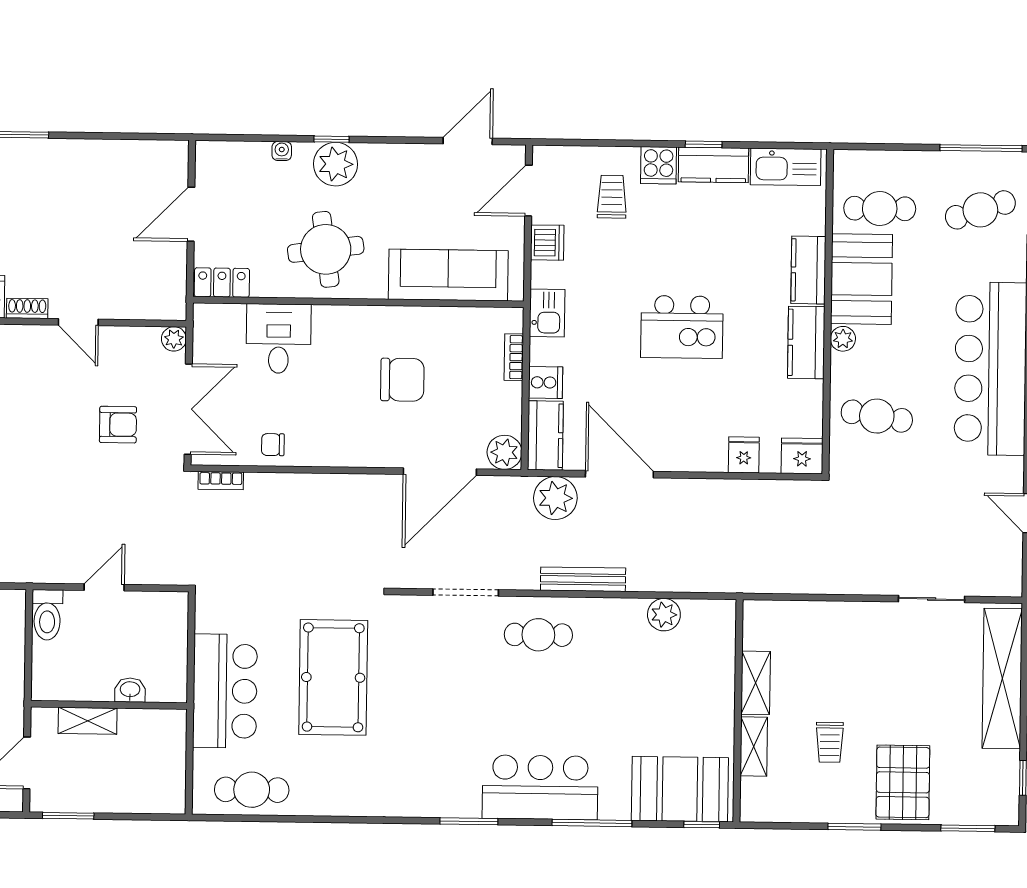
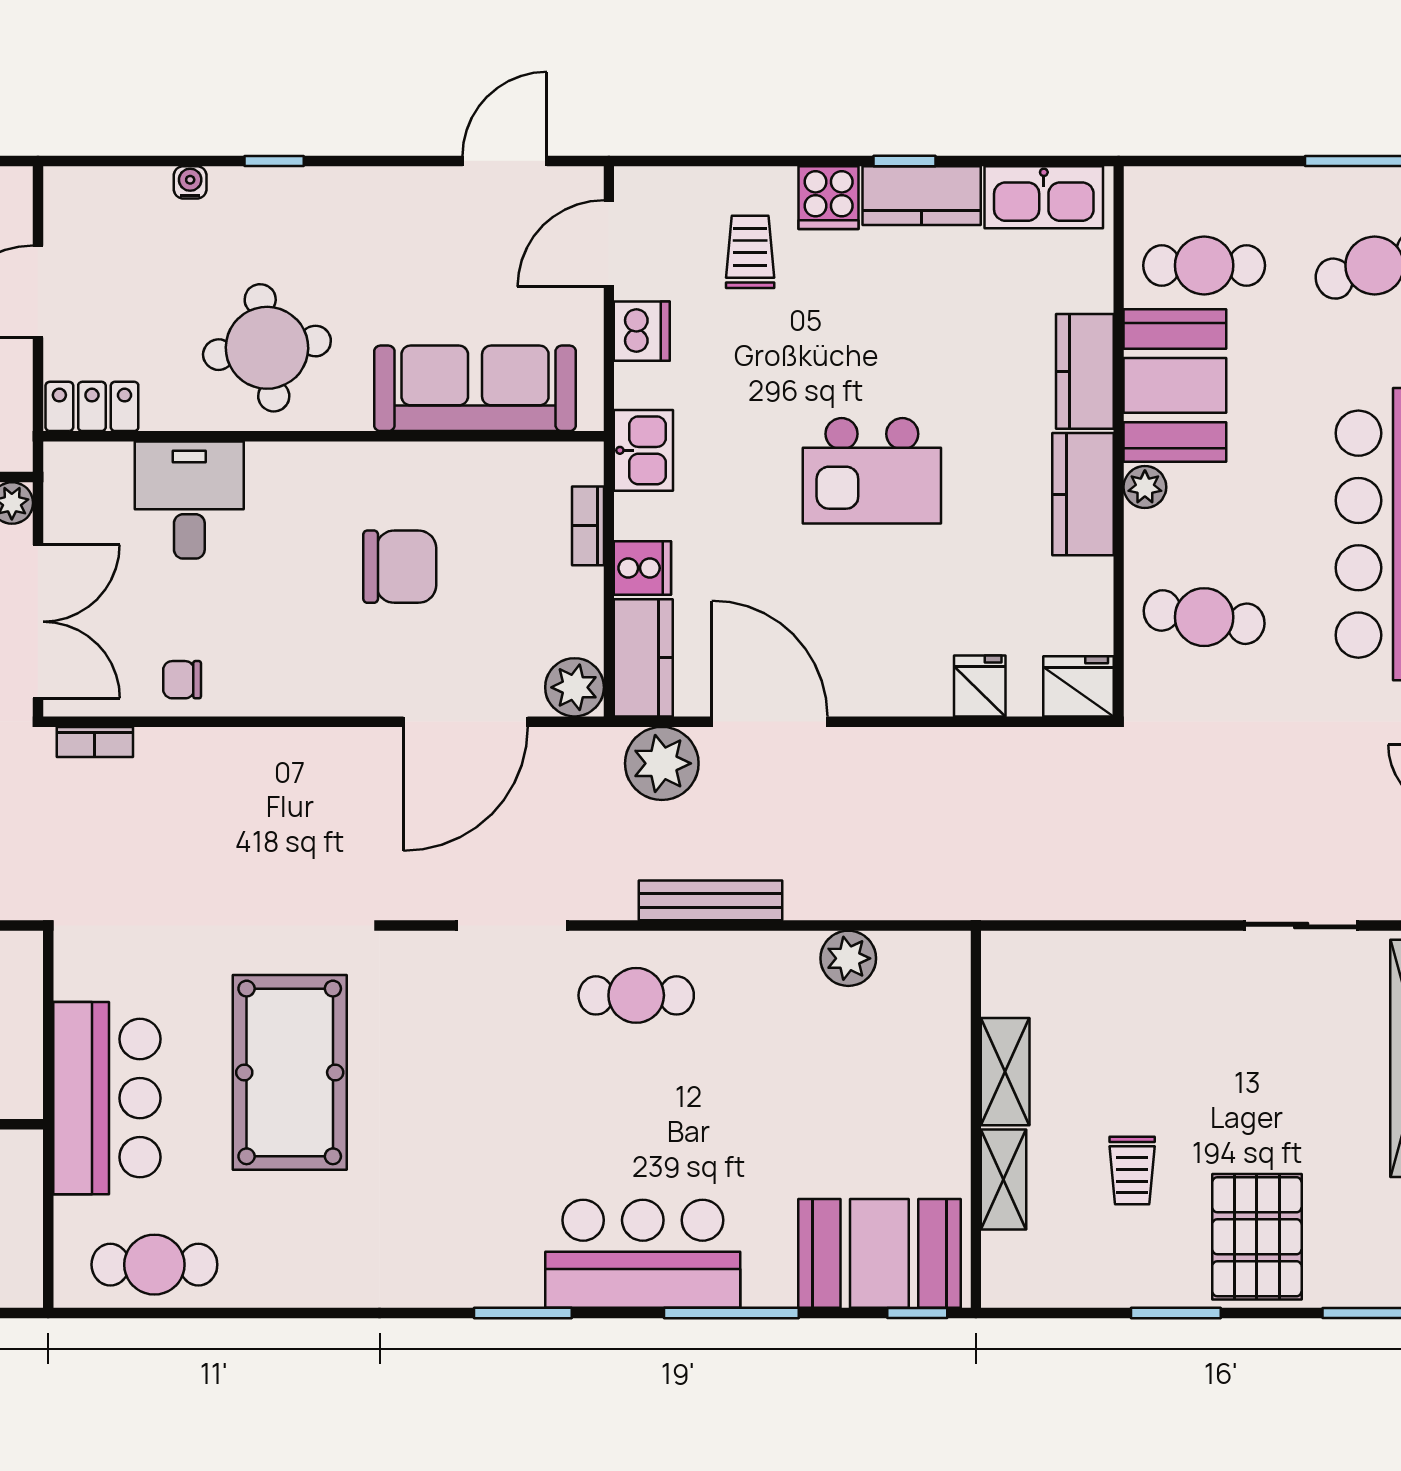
plant: (336, 164) -> (282, 203), removed

